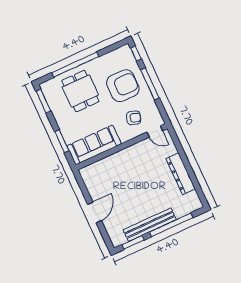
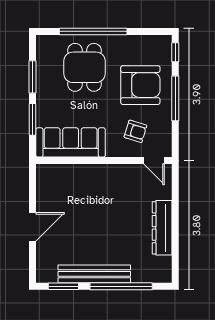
window: (43, 101) -> (33, 77), moved

